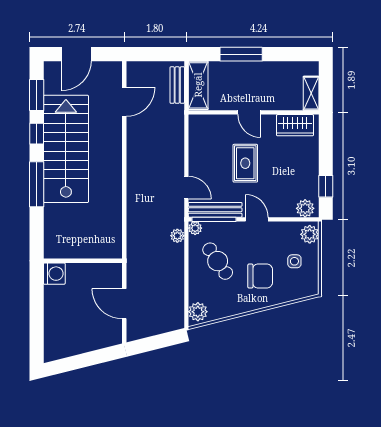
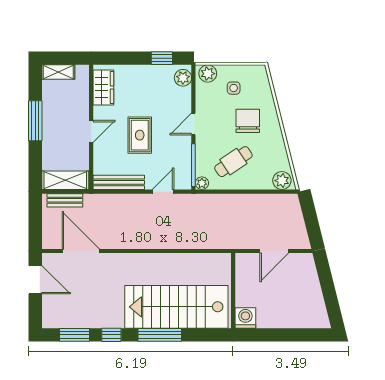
door: (76, 54) -> (35, 280), moved
window: (241, 54) -> (35, 121), moved
shelving: (311, 93) -> (58, 72), moved
door: (124, 102) -> (81, 251), width x1.36
stairs: (66, 149) -> (176, 307), moved
rug: (245, 163) -> (140, 135), turned 90
bench: (215, 210) -> (119, 182), moved, turned 90
plant: (177, 236) -> (209, 200), removed

